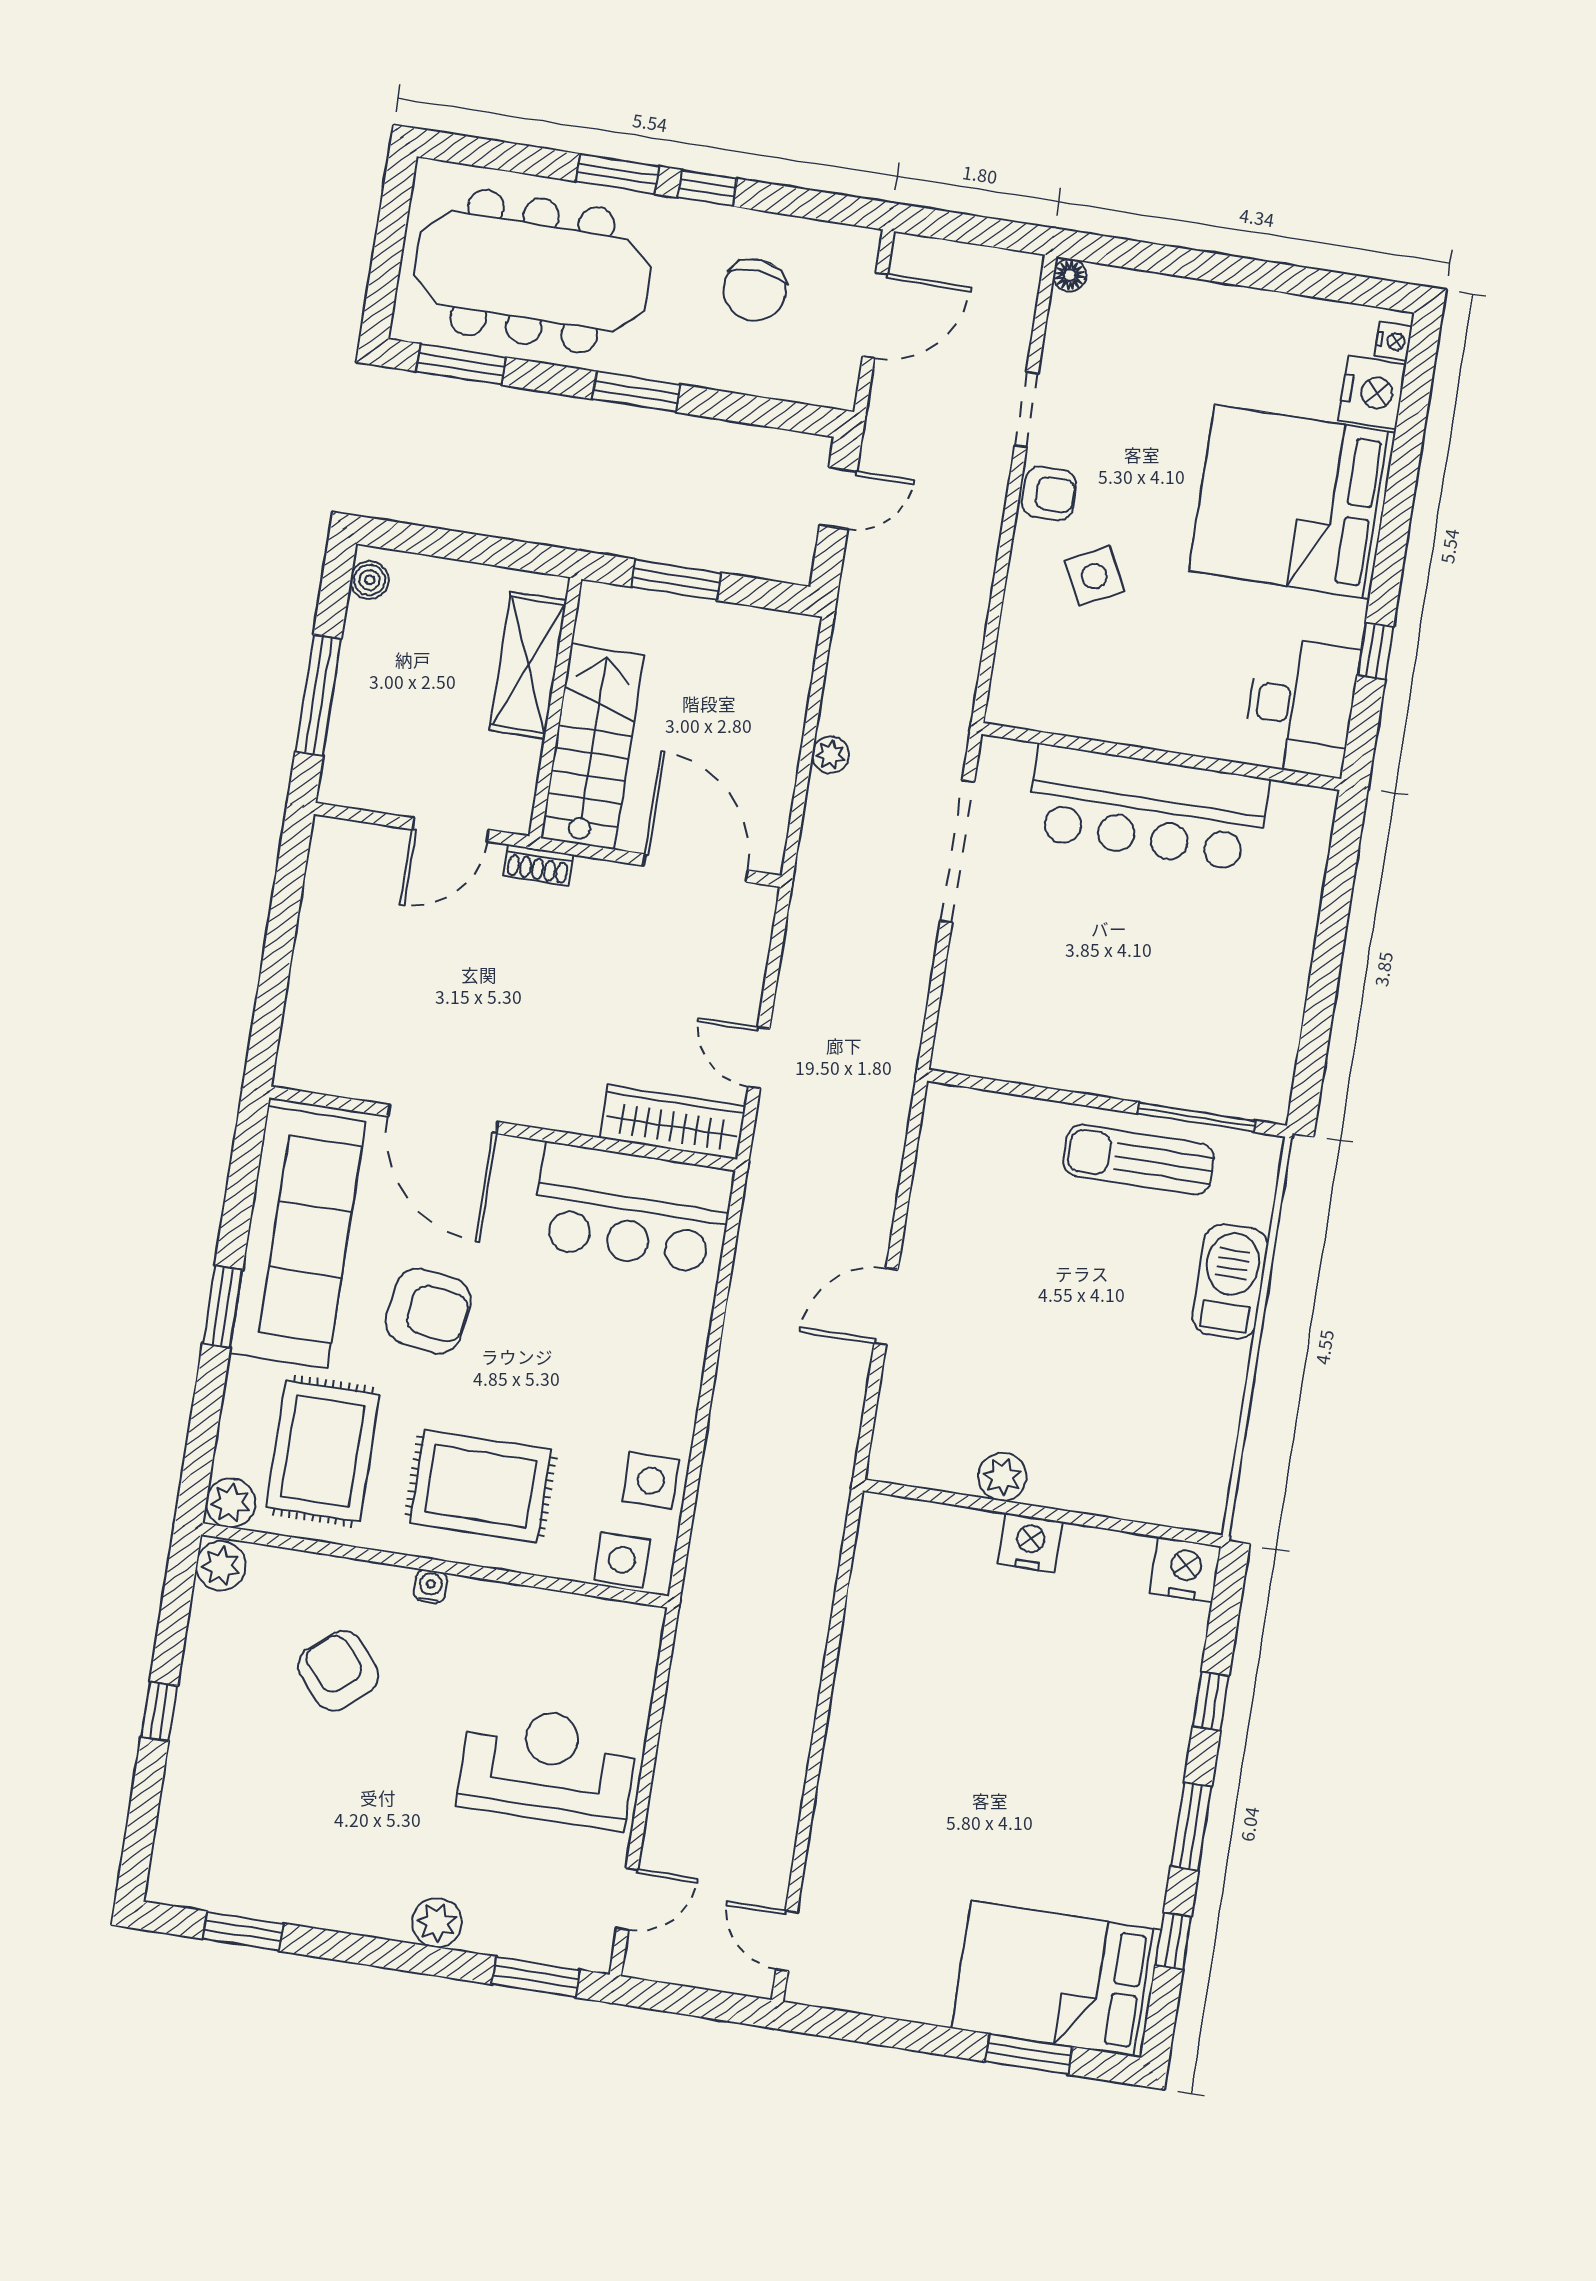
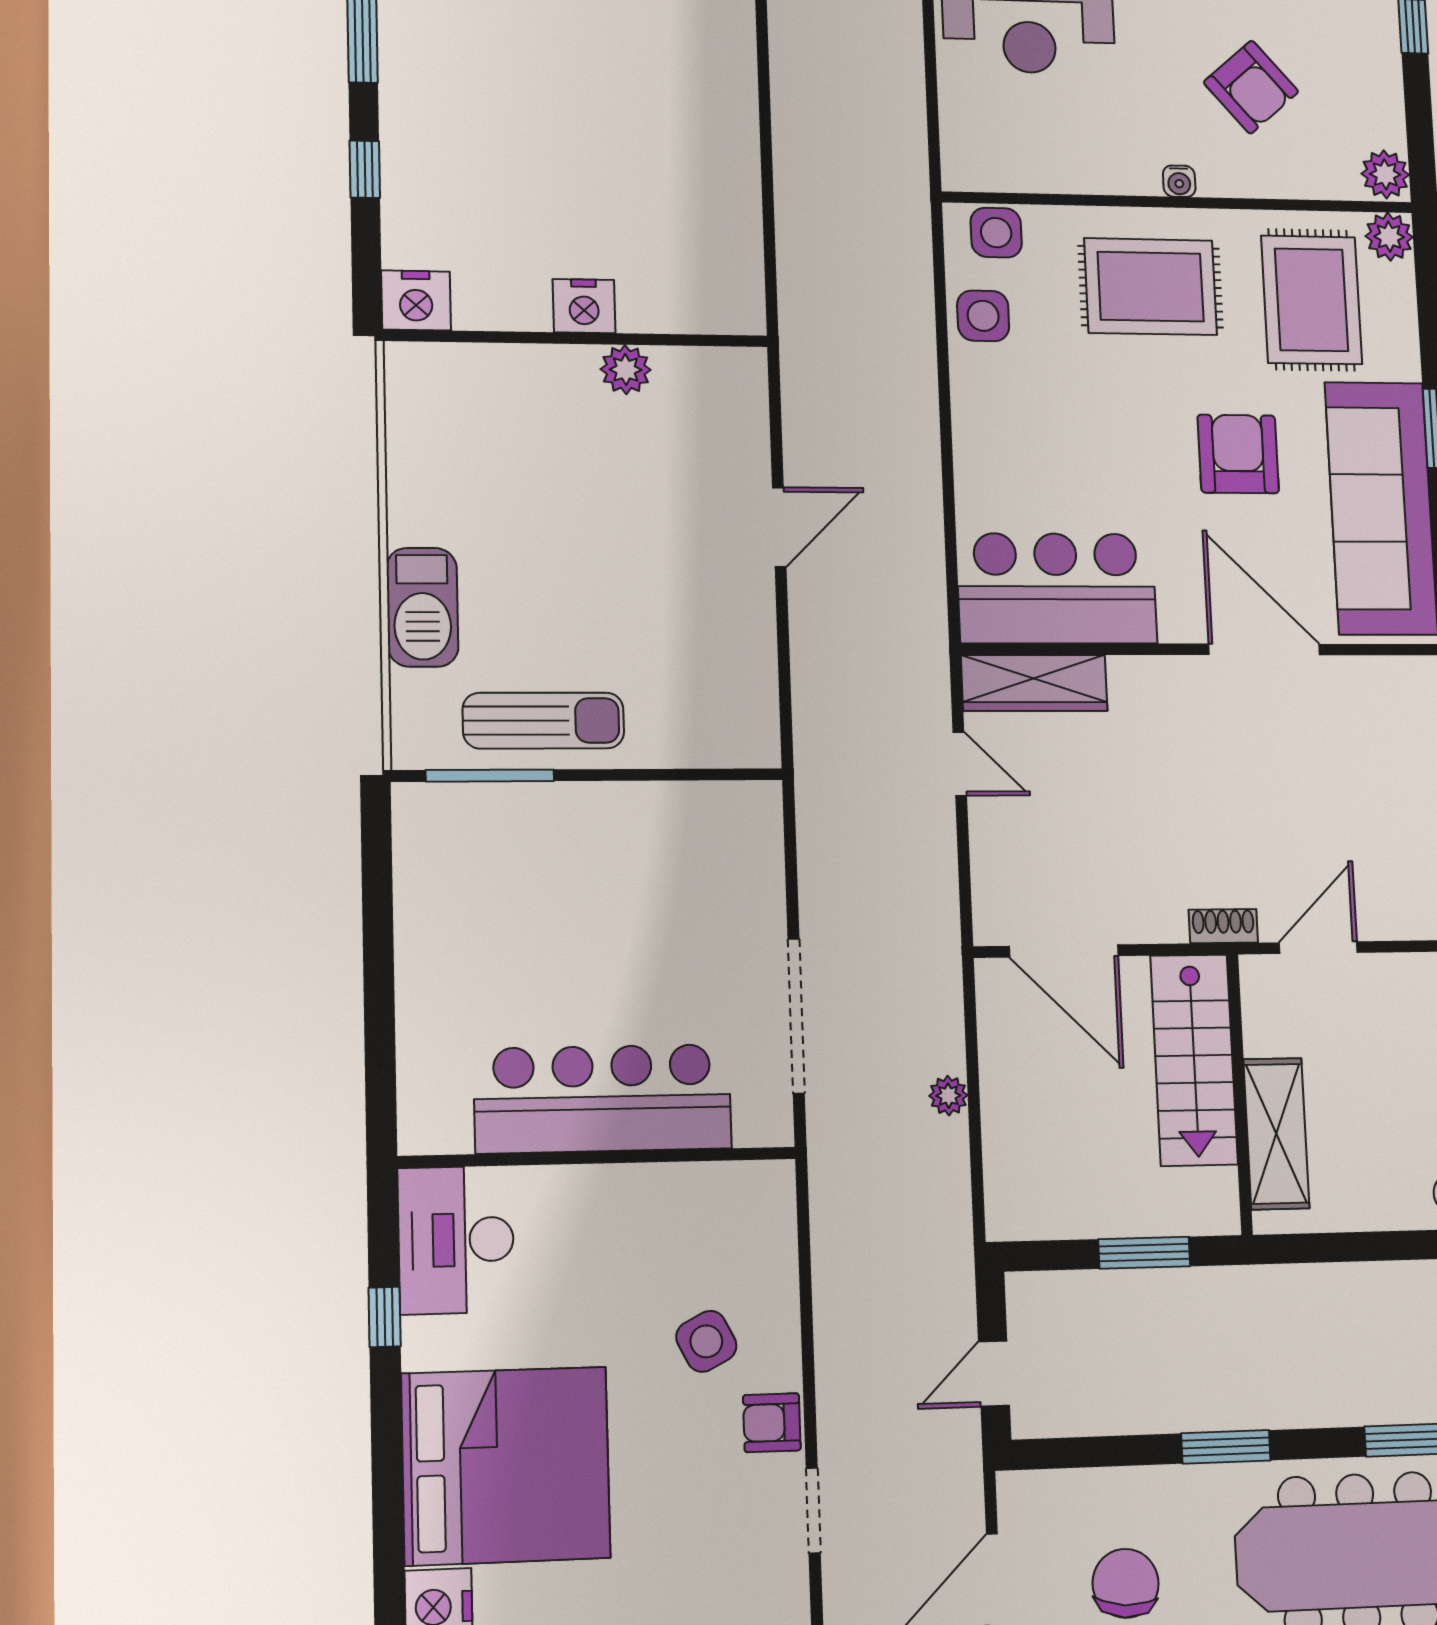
armchair: (428, 1311) -> (1238, 454), turned 82

